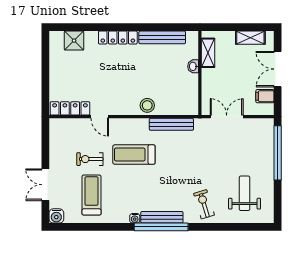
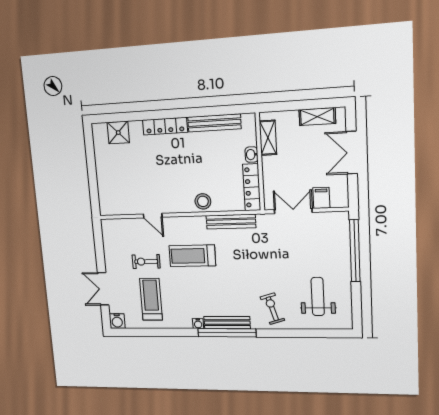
filing cabinet: (265, 96) -> (321, 198), moved, turned 90
locker: (70, 108) -> (252, 187), moved, turned -90

